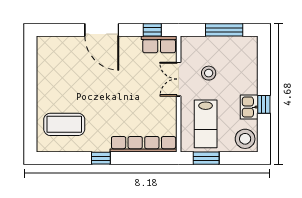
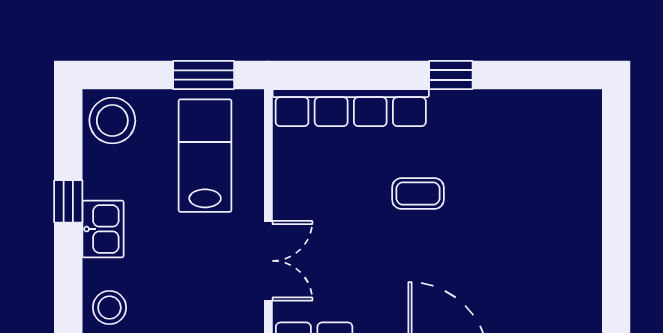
stool: (209, 73) -> (109, 308), moved
kitchen sink: (249, 107) -> (103, 229), moved
coffee table: (64, 124) -> (418, 194), moved, width x0.54, depth x0.58

